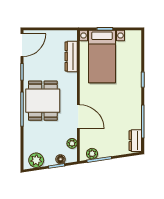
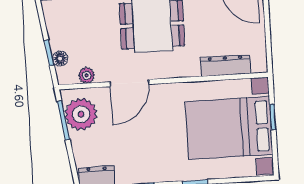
bed with nightstands: (102, 57) -> (229, 128), width x1.36
plant: (92, 154) -> (81, 114), width x1.87, depth x1.87
plant: (36, 160) -> (56, 20), removed

